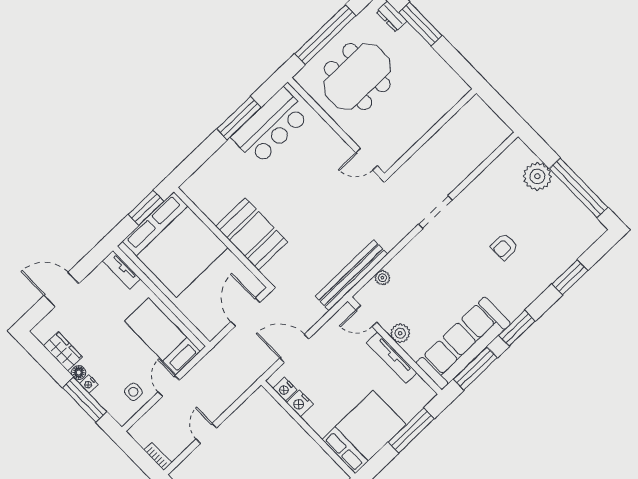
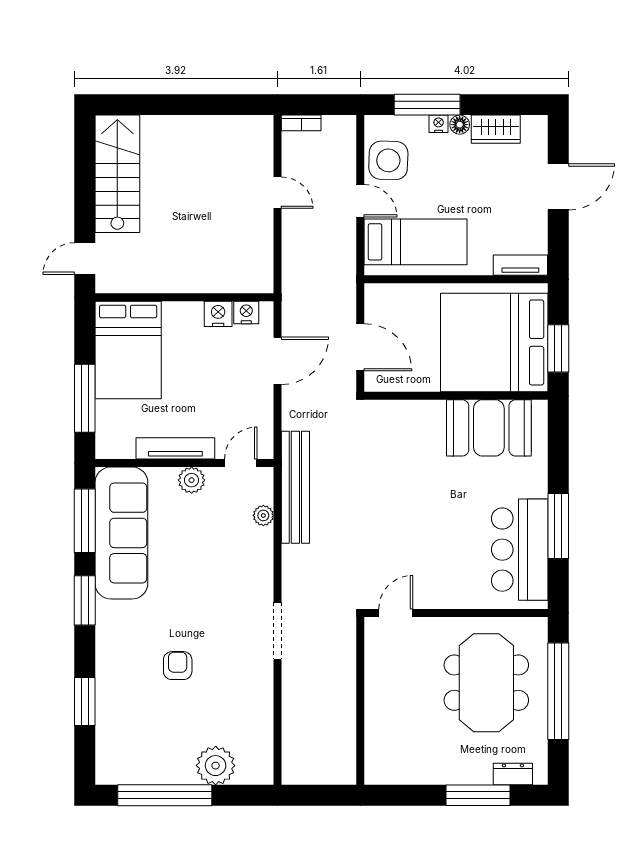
booth: (252, 234) -> (489, 428), moved
side table: (133, 392) -> (388, 160), width x1.87, depth x1.87

